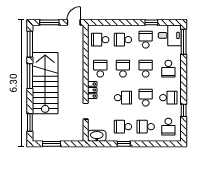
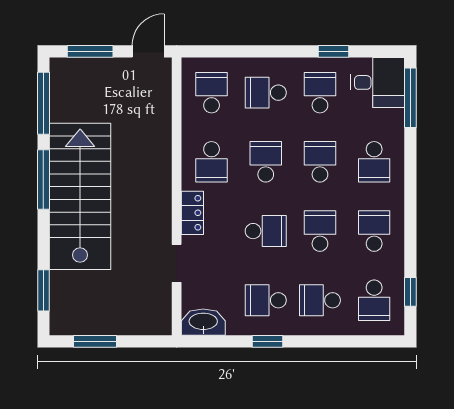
school desk: (100, 40) -> (212, 93), turned 90
school desk: (100, 69) -> (212, 162), turned 180
school desk: (168, 98) -> (374, 231), turned -90
window: (184, 110) -> (410, 292), moved

